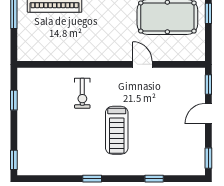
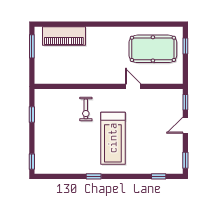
treadmill: (117, 130) -> (113, 138), width x1.37, depth x1.37
window: (154, 179) -> (159, 176), moved

